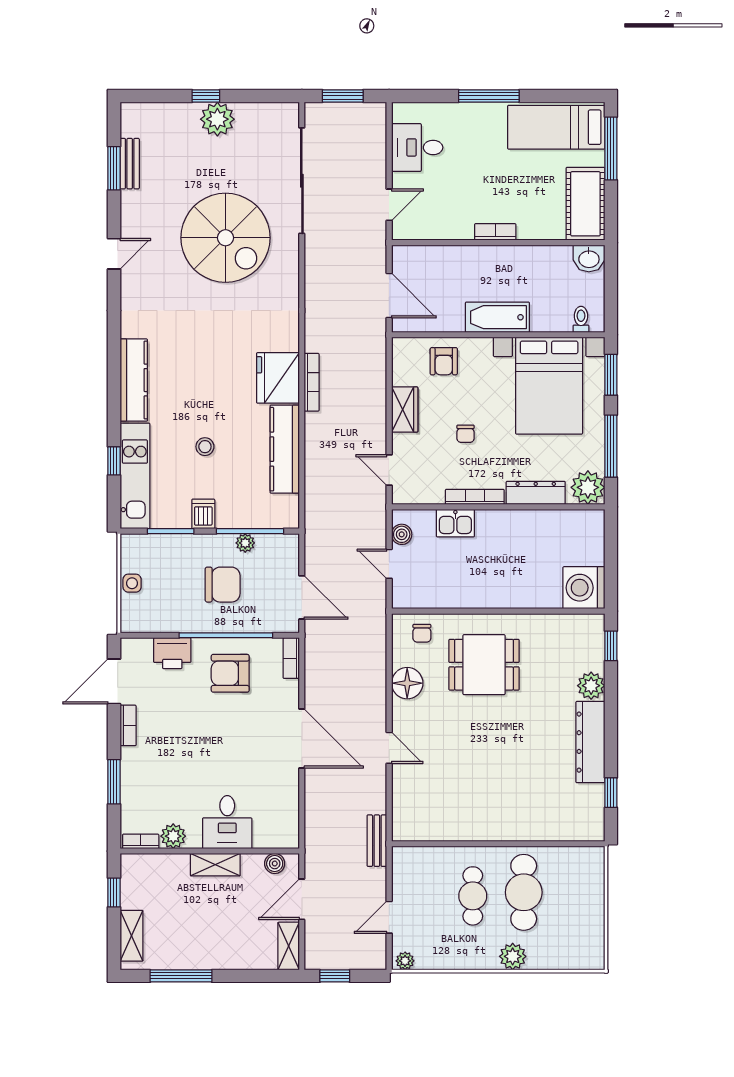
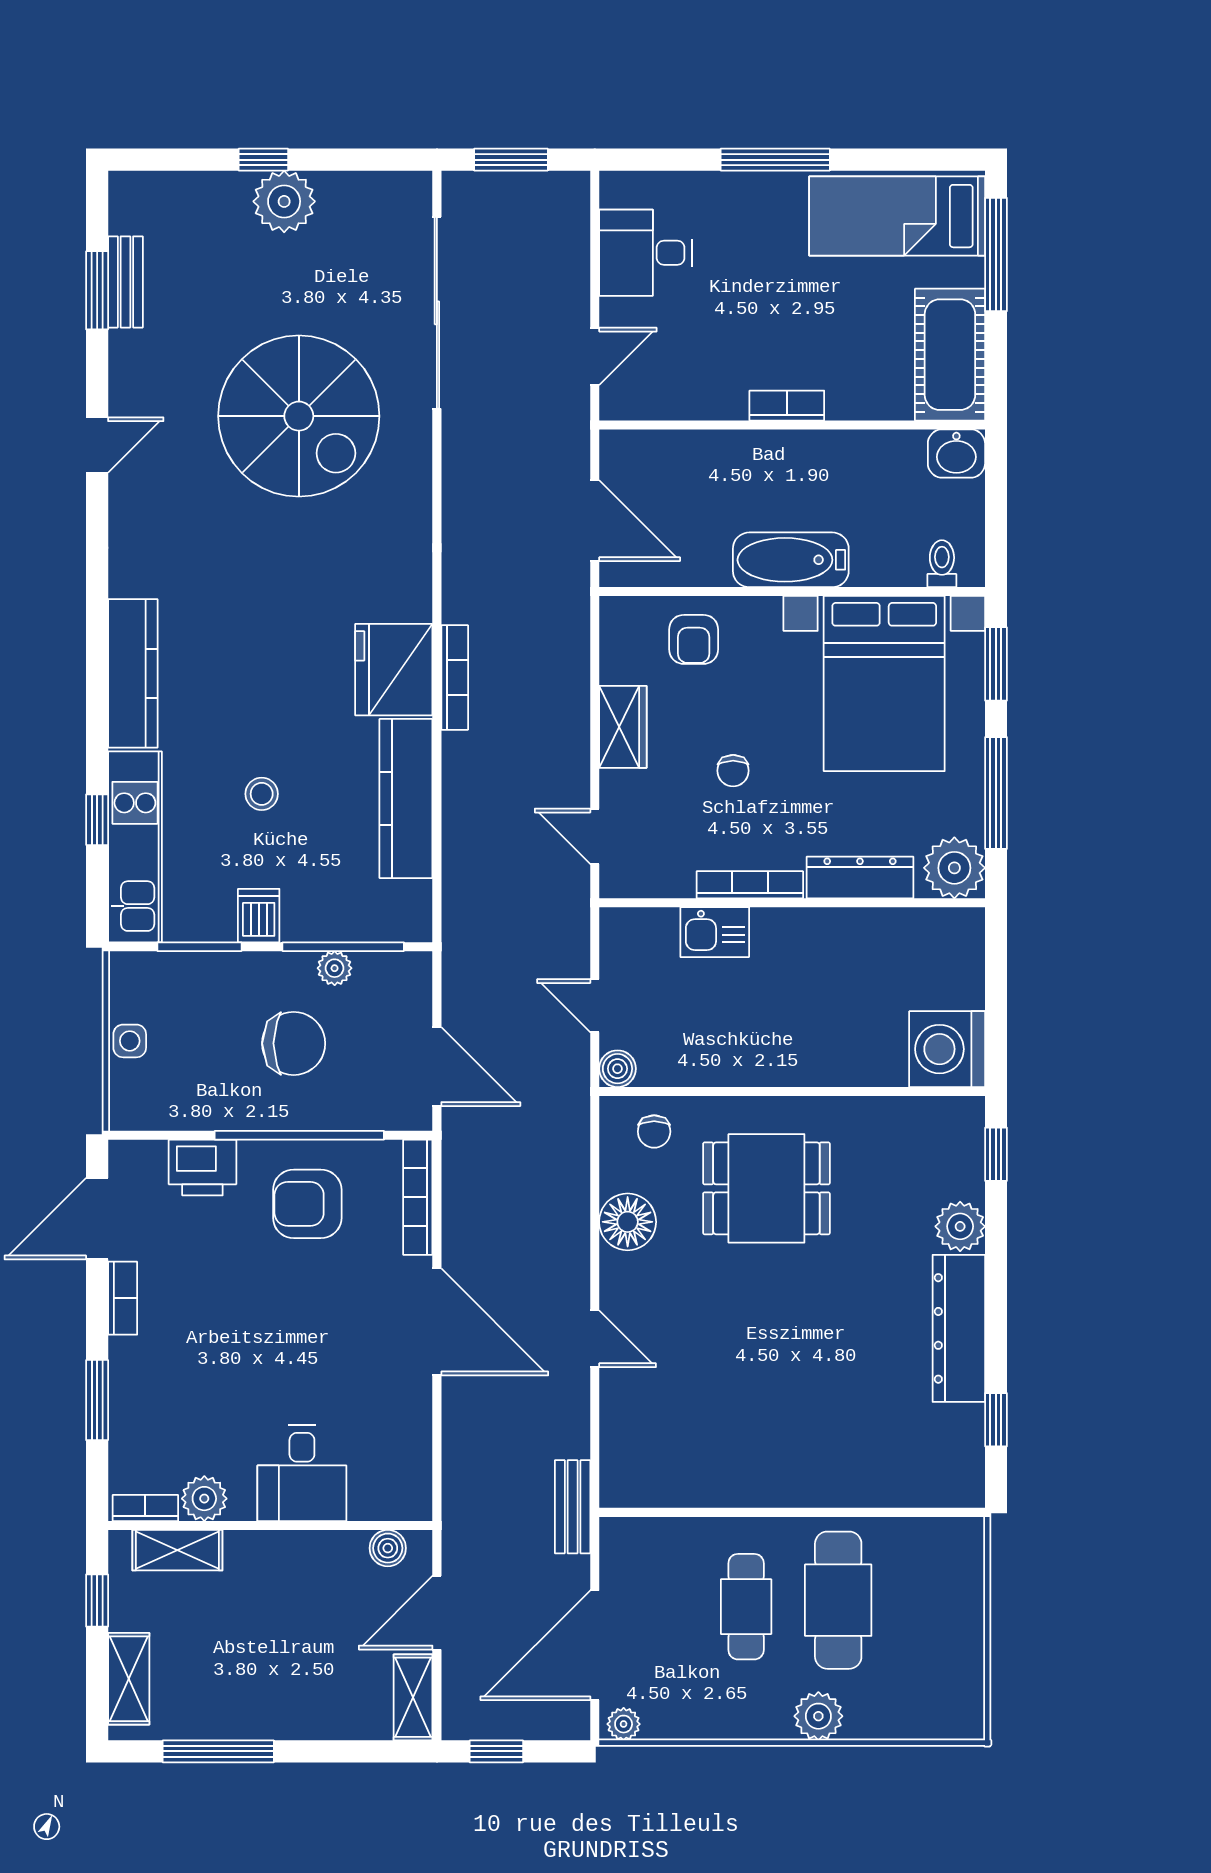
boiler: (402, 534) -> (617, 1069), moved
bookcase: (291, 658) -> (418, 1197), width x1.56
shelving: (215, 865) -> (177, 1550), moved
door: (389, 917) -> (595, 1645), width x1.88

